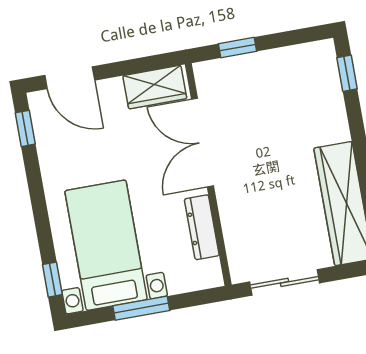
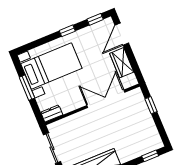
wardrobe: (155, 87) -> (122, 63), moved
dresser: (202, 227) -> (52, 113), moved, width x0.70
window: (52, 280) -> (67, 31), moved

